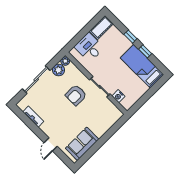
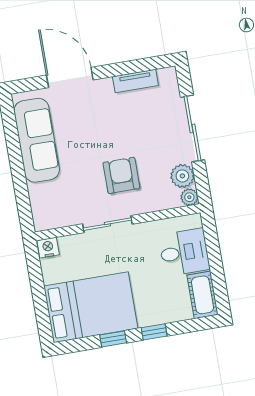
bed: (142, 66) -> (91, 307), width x1.50
nightstand: (118, 96) -> (48, 248), moved
door: (51, 144) -> (70, 78), width x1.88
sofa: (82, 144) -> (37, 140), width x1.36

